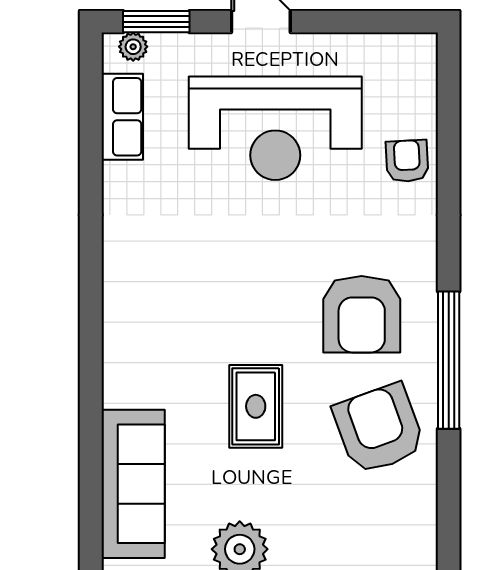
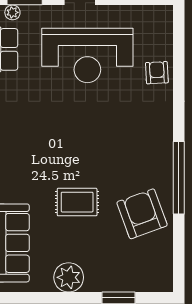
armchair: (362, 314) -> (133, 153), removed
rug: (256, 406) -> (77, 202), turned 90

